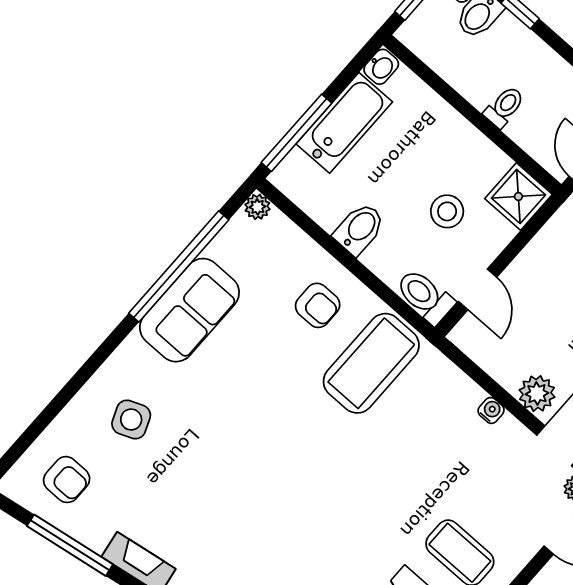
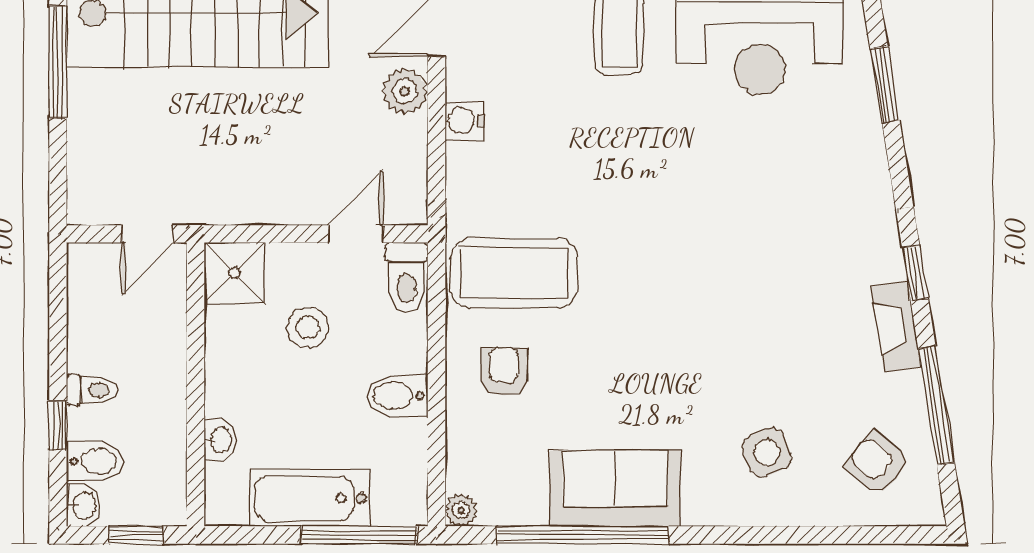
washbasin: (381, 67) -> (220, 440), moved, turned 90
toilet: (504, 107) -> (92, 390), moved, turned 180
water cooler: (491, 410) -> (464, 121), width x1.38, depth x1.38
armchair: (67, 480) -> (877, 463), turned -51

